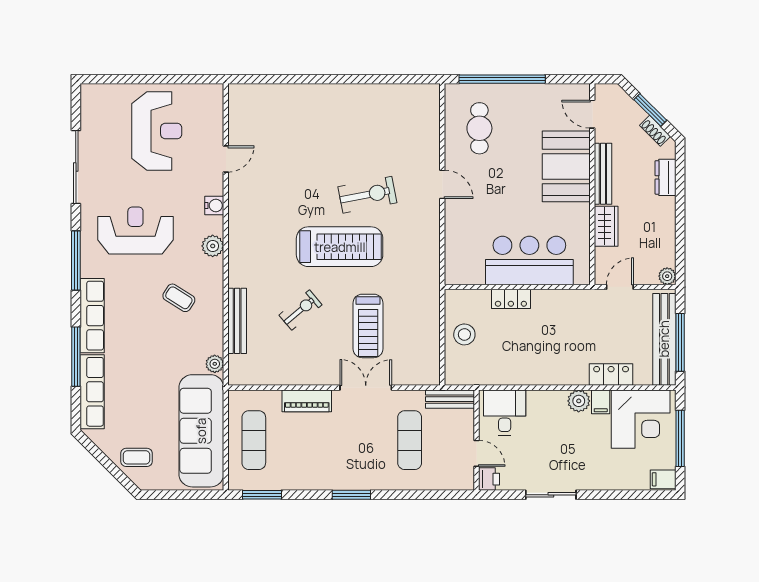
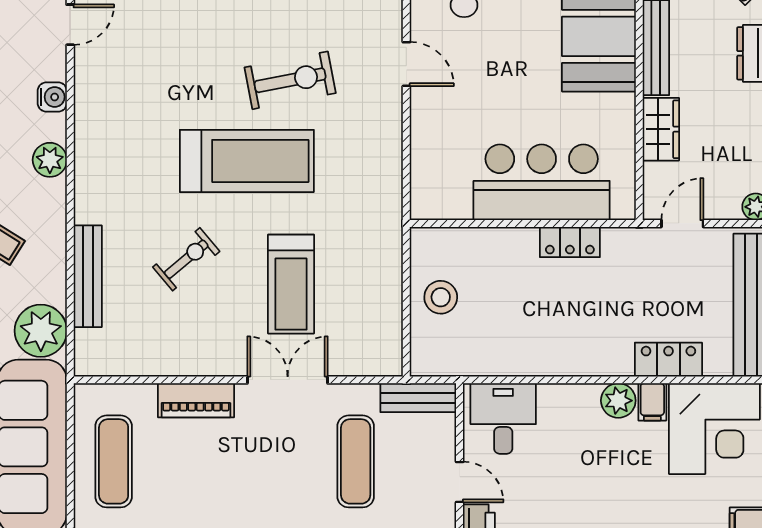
locker: (511, 299) -> (570, 242), moved
plant: (215, 364) -> (41, 331), width x1.88, depth x1.88

